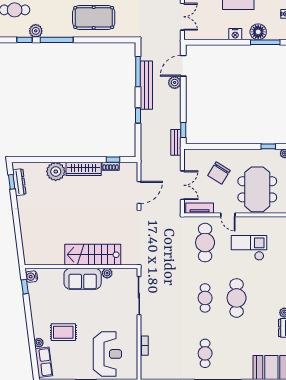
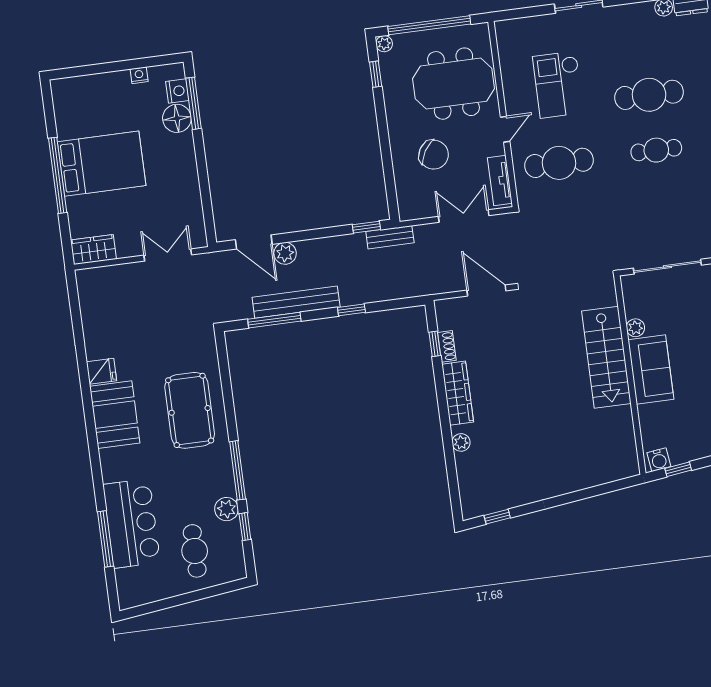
nightstand: (235, 34) -> (177, 91), moved
plant: (56, 172) -> (461, 442), width x0.53, depth x0.53
dresser: (19, 182) -> (496, 503), removed

